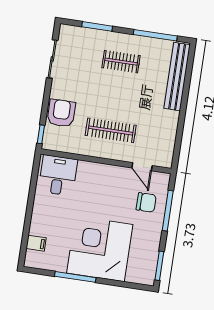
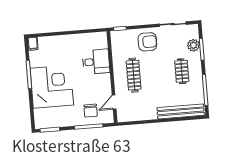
plant: (89, 37) -> (193, 45), added
armchair: (61, 113) -> (147, 42), moved
desk: (58, 175) -> (96, 62), moved
filing cabinet: (36, 243) -> (33, 44), moved

